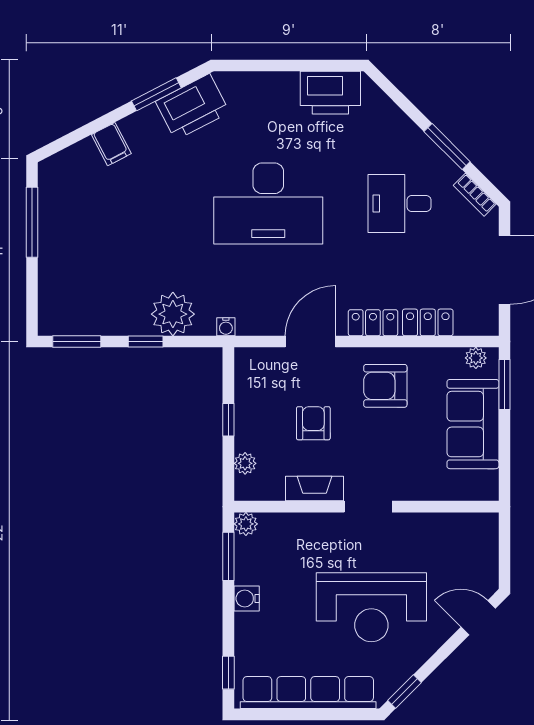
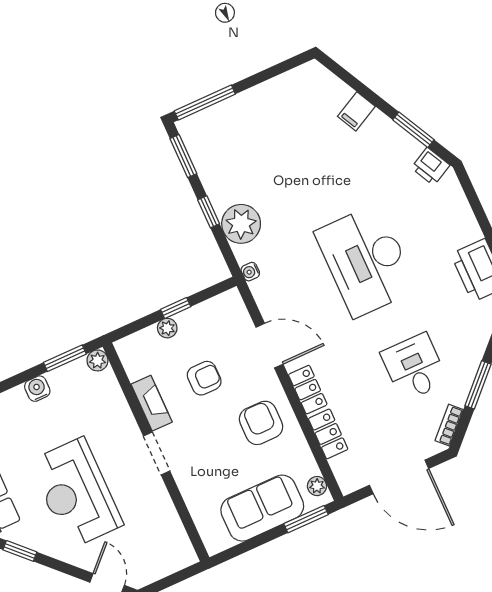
printer: (193, 107) -> (430, 166), width x0.53, depth x0.68
window: (32, 222) -> (205, 102), moved
plant: (245, 463) -> (167, 328), moved

